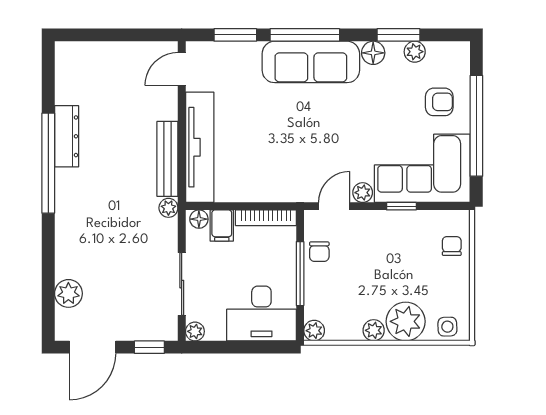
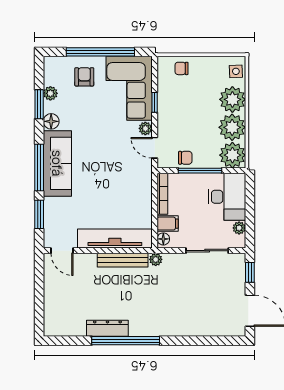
plant: (68, 293) -> (214, 327), removed
plant: (374, 330) -> (232, 127), width x1.87, depth x1.87
plant: (195, 331) -> (239, 228), moved
plant: (314, 331) -> (232, 155), width x1.88, depth x1.88

